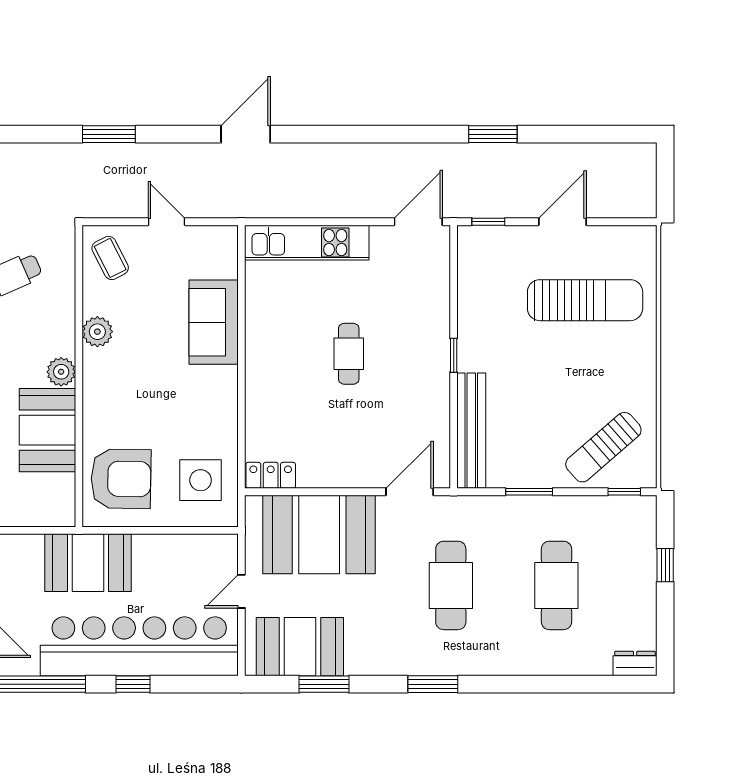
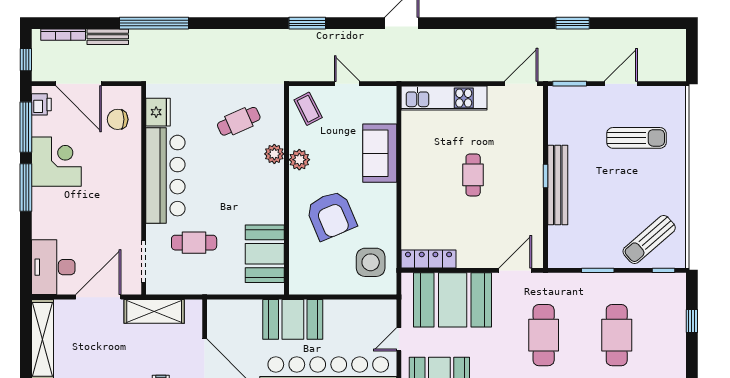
window: (488, 222) -> (570, 84), width x1.50
sun lounger: (585, 300) -> (636, 138), width x0.73, depth x0.75
plant: (61, 372) -> (274, 154), moved
booth: (47, 430) -> (265, 254), moved
bench: (471, 431) -> (558, 185), moved
locker: (271, 475) -> (429, 259), width x1.53
armchair: (121, 479) -> (331, 215), moved, turned 66

